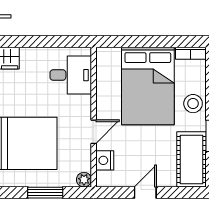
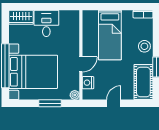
desk: (71, 75) -> (46, 23), moved, turned -90
bed: (148, 86) -> (110, 35), width x0.67

